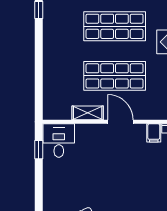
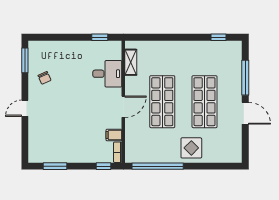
shelving: (88, 113) -> (131, 62), moved
desk: (59, 140) -> (107, 74), moved

